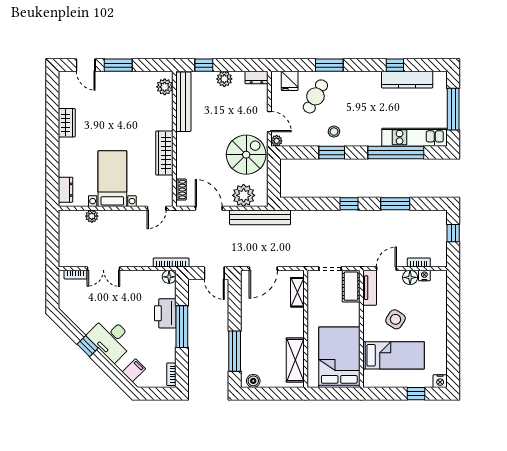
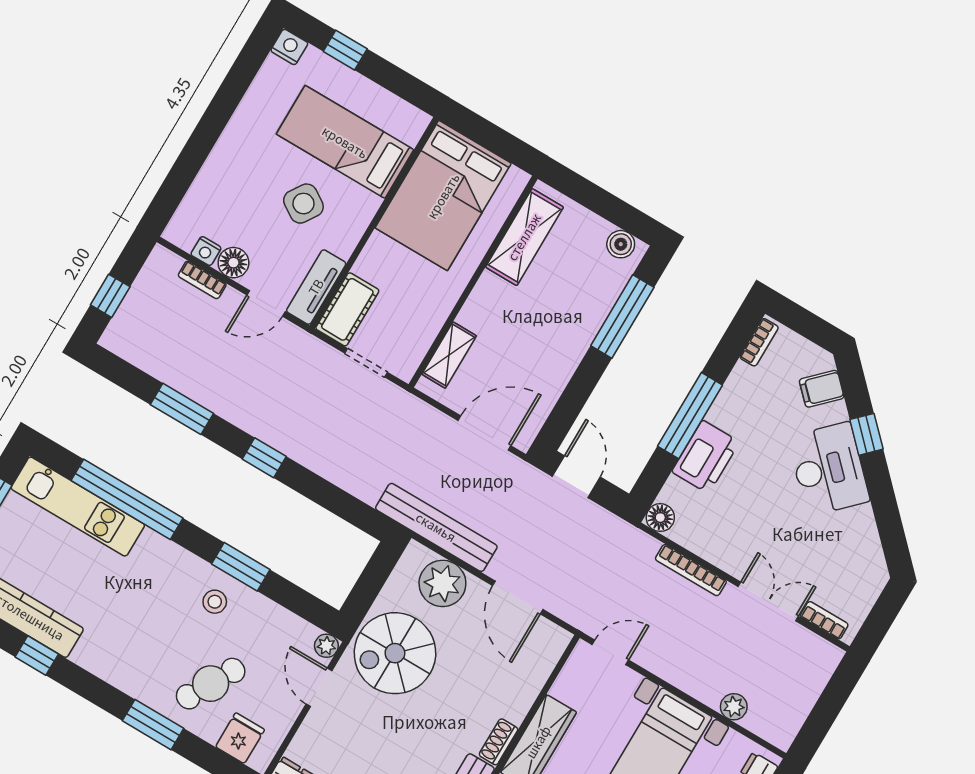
shoe rack: (181, 190) -> (499, 742), moved
bookcase: (171, 262) -> (691, 570), moved
window: (88, 346) -> (866, 434), moved

